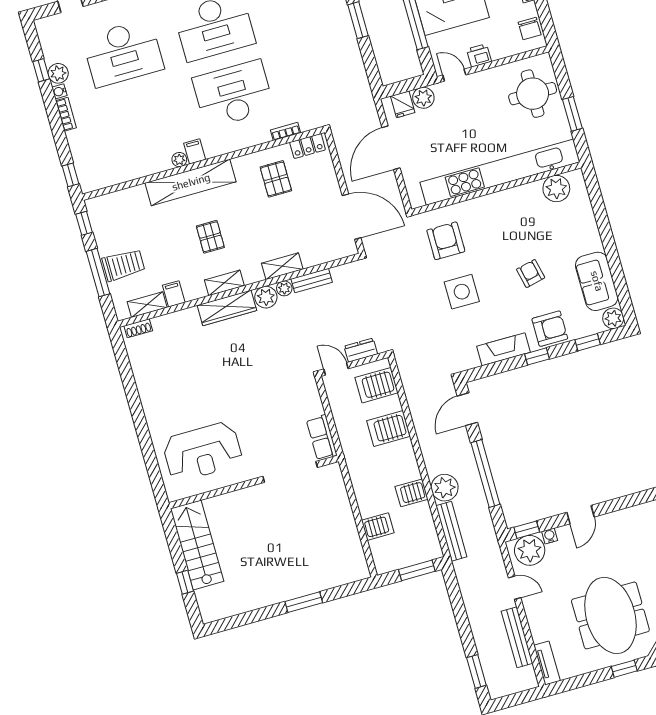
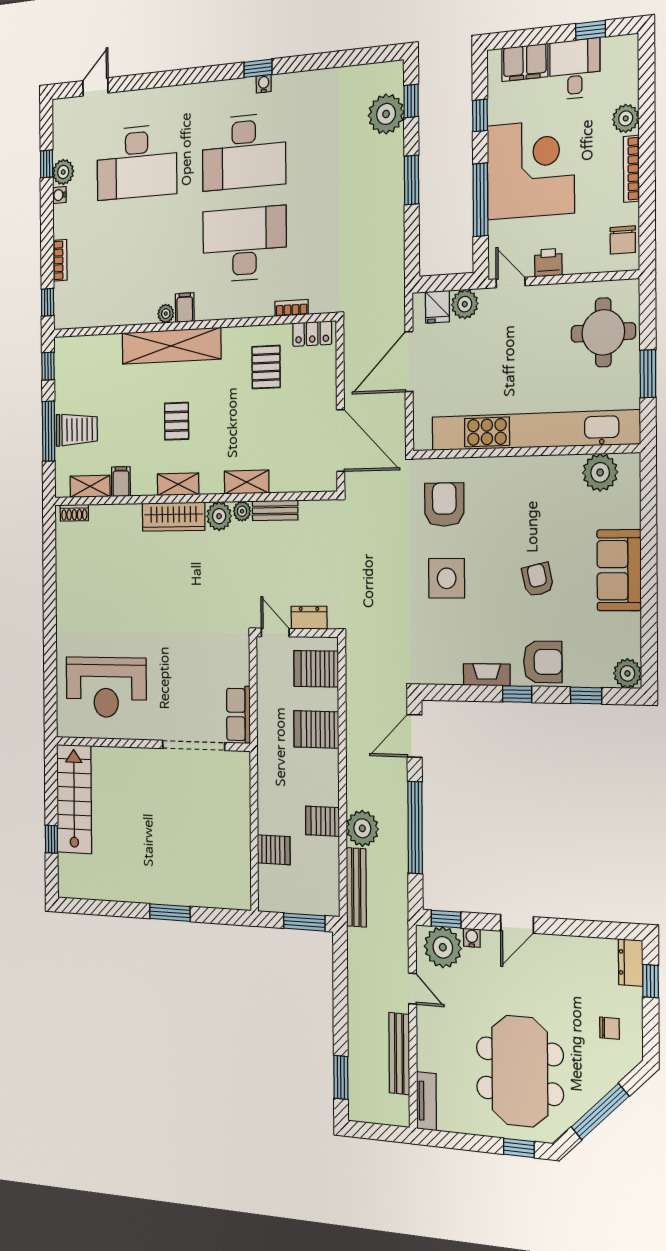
bookcase: (66, 114) -> (60, 260), moved
sofa: (597, 281) -> (619, 570), moved
fireplace: (503, 349) -> (487, 675), width x0.73, depth x0.76

